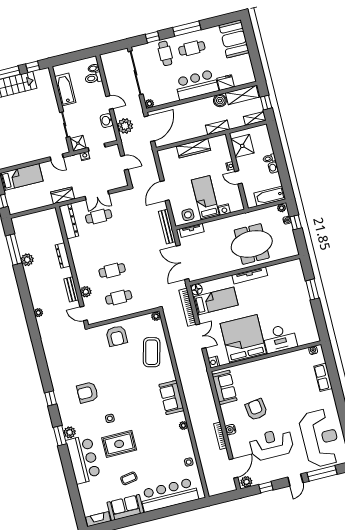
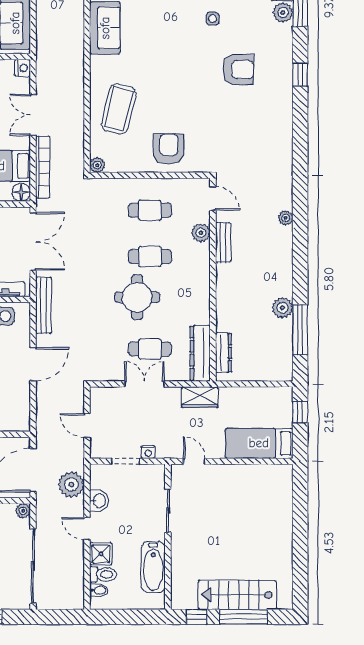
shower: (78, 143) -> (101, 554), moved
round table: (114, 245) -> (137, 297), added
dresser: (63, 256) -> (223, 353), moved

